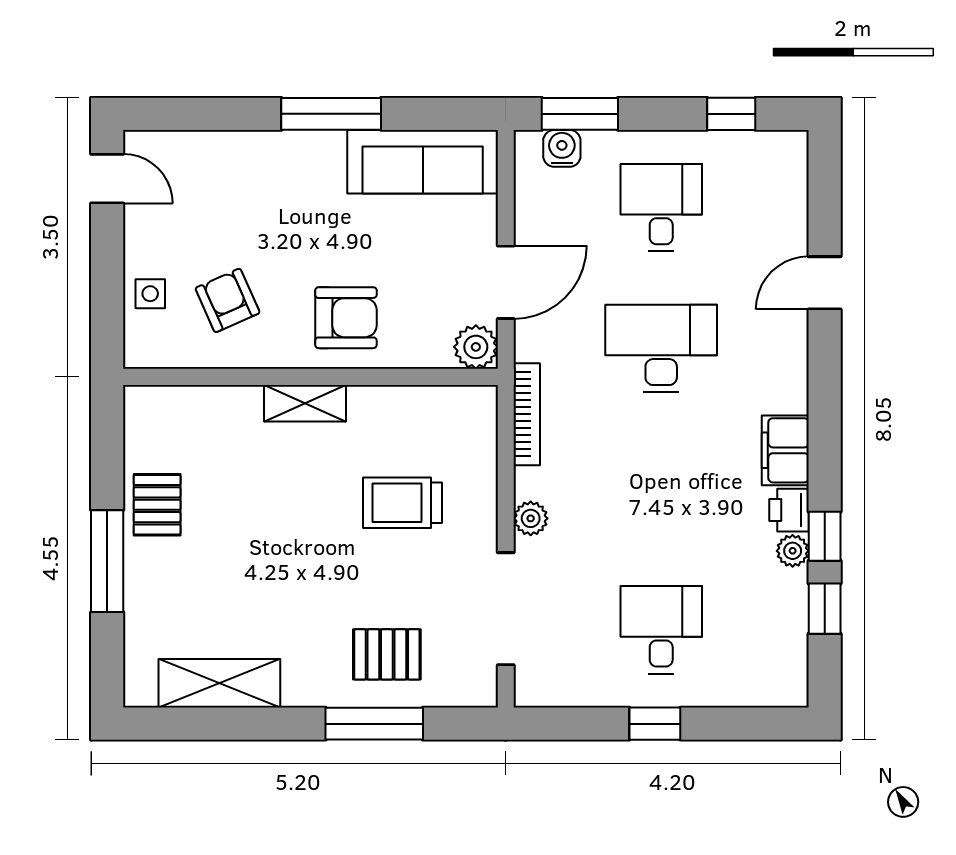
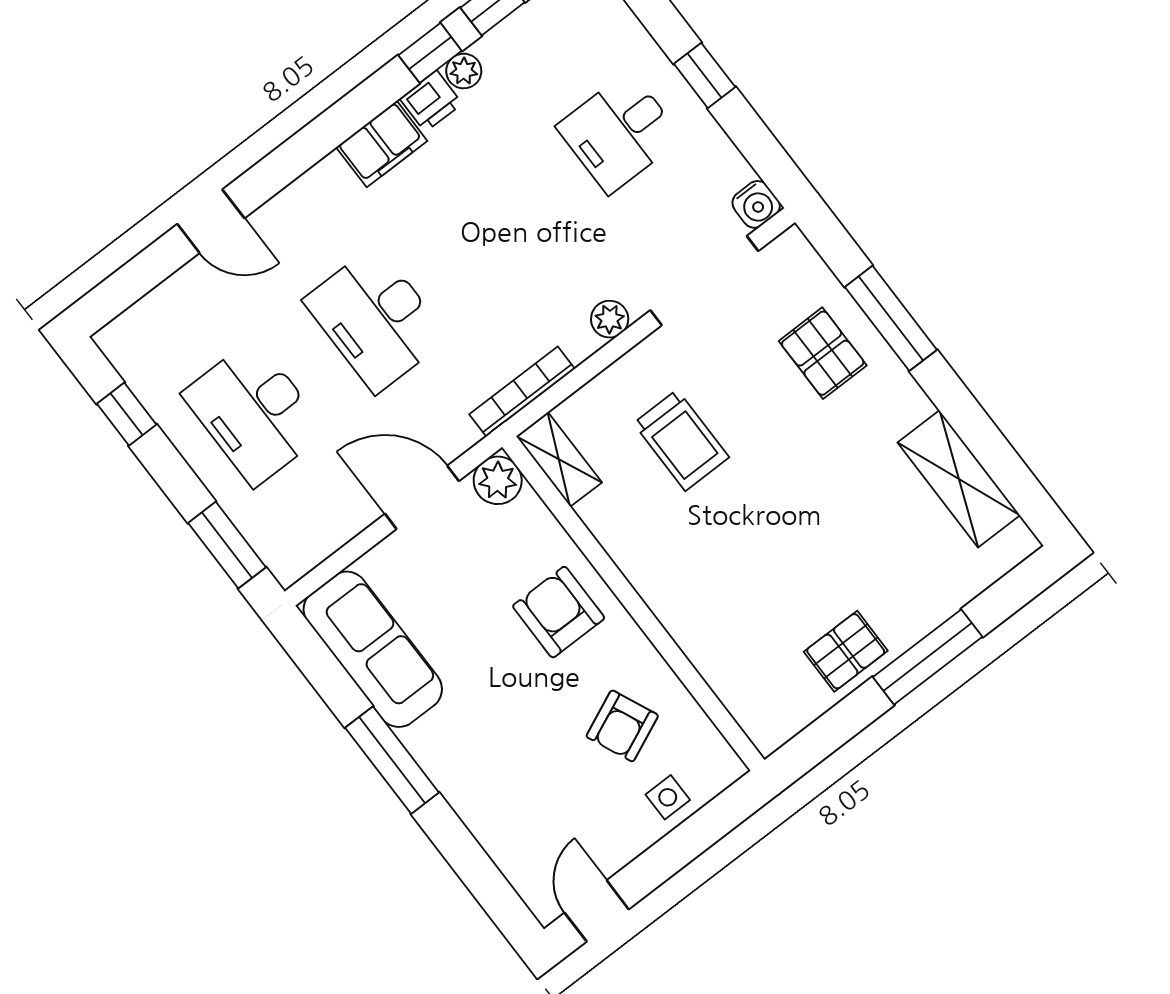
water cooler: (562, 148) -> (756, 204), moved, turned -90
desk: (661, 208) -> (254, 412), width x1.37
shelving: (305, 403) -> (559, 459), moved

